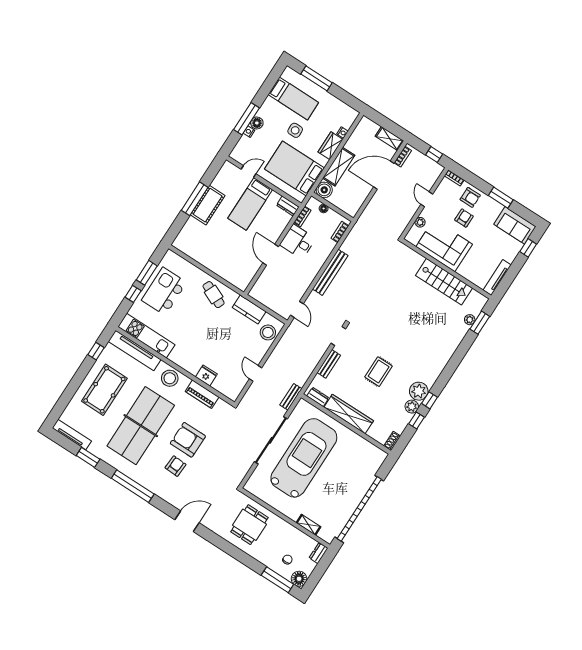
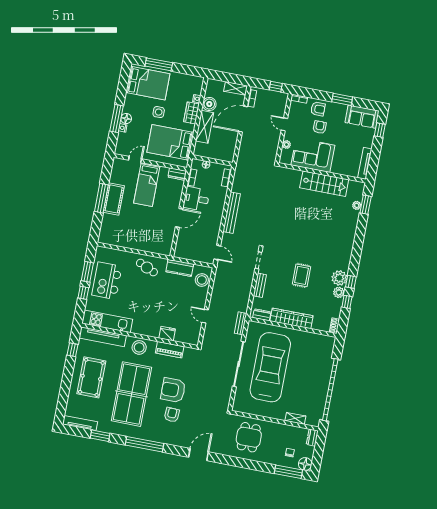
bed: (293, 98) -> (148, 83), width x1.50
boiler: (324, 190) -> (209, 104), moved
door: (271, 255) -> (179, 218), swing flipped

